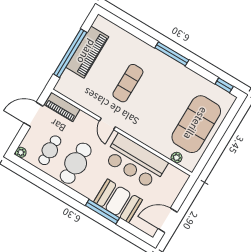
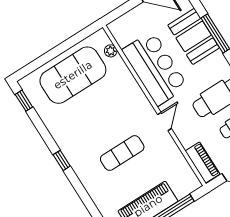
window: (172, 54) -> (62, 160), width x0.46

